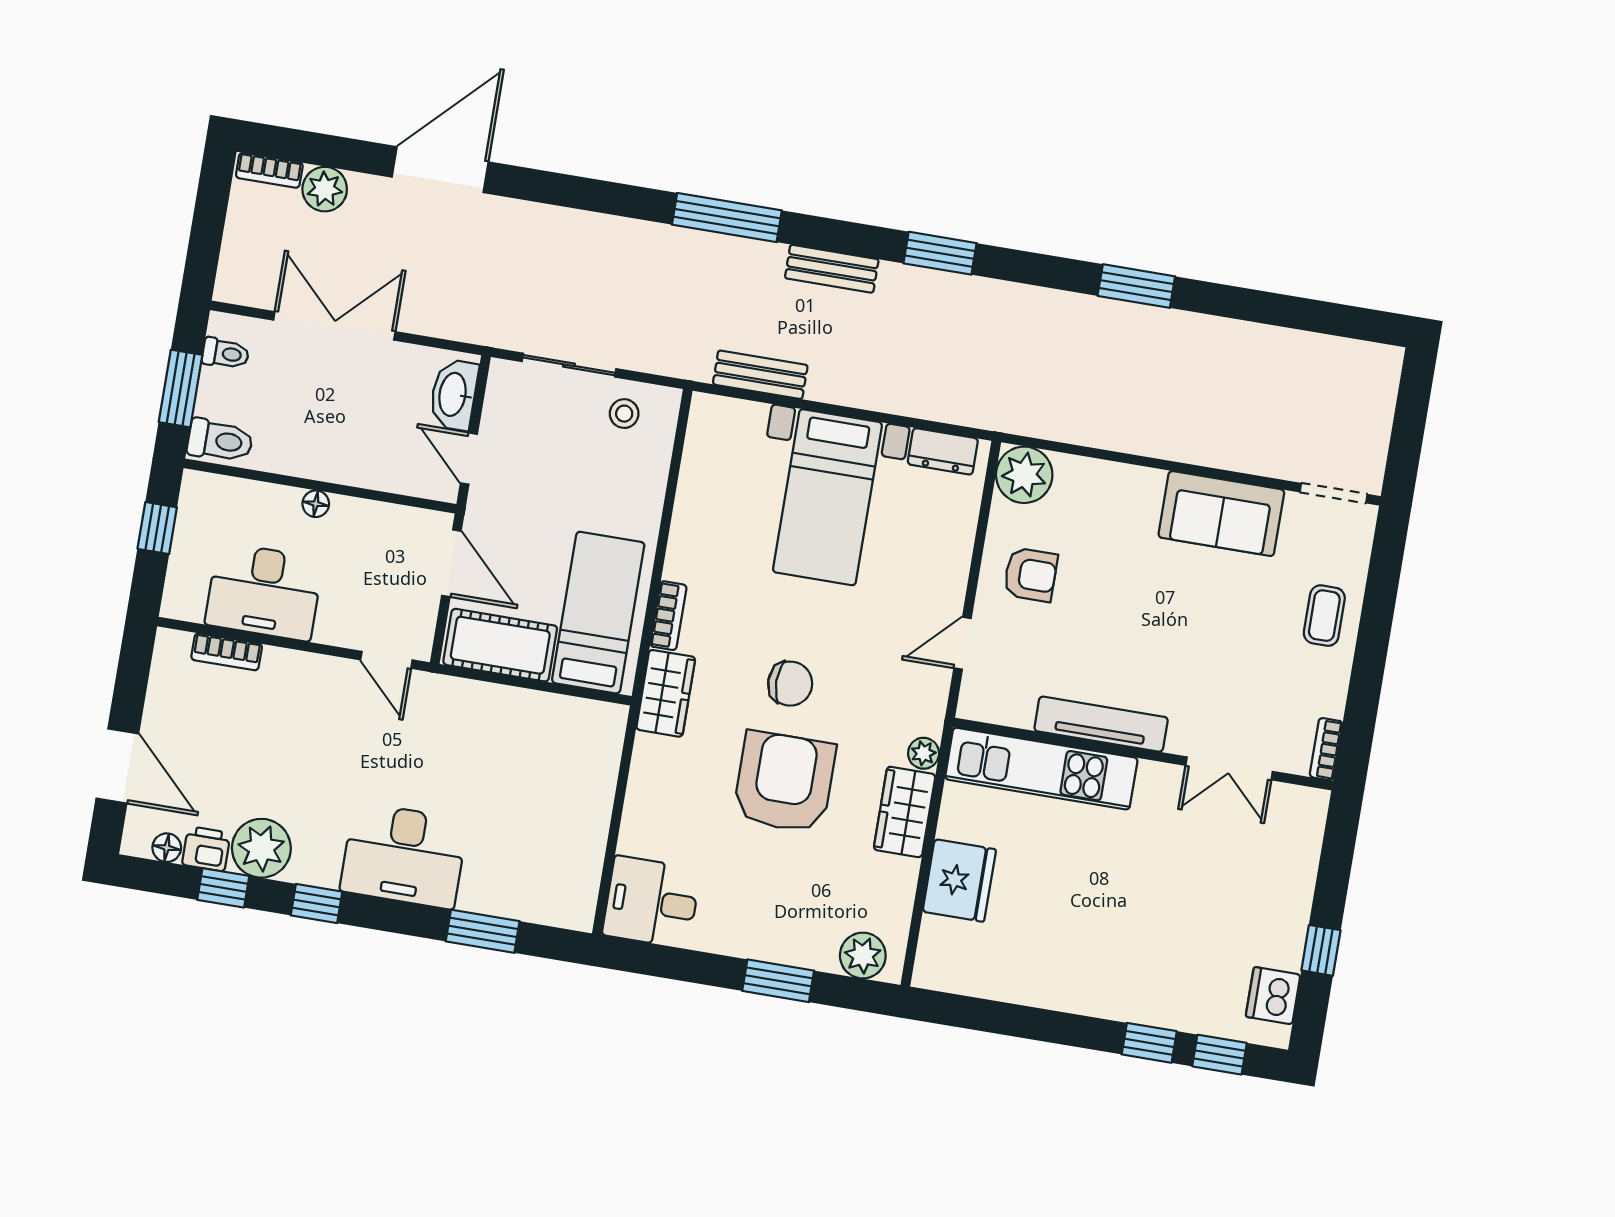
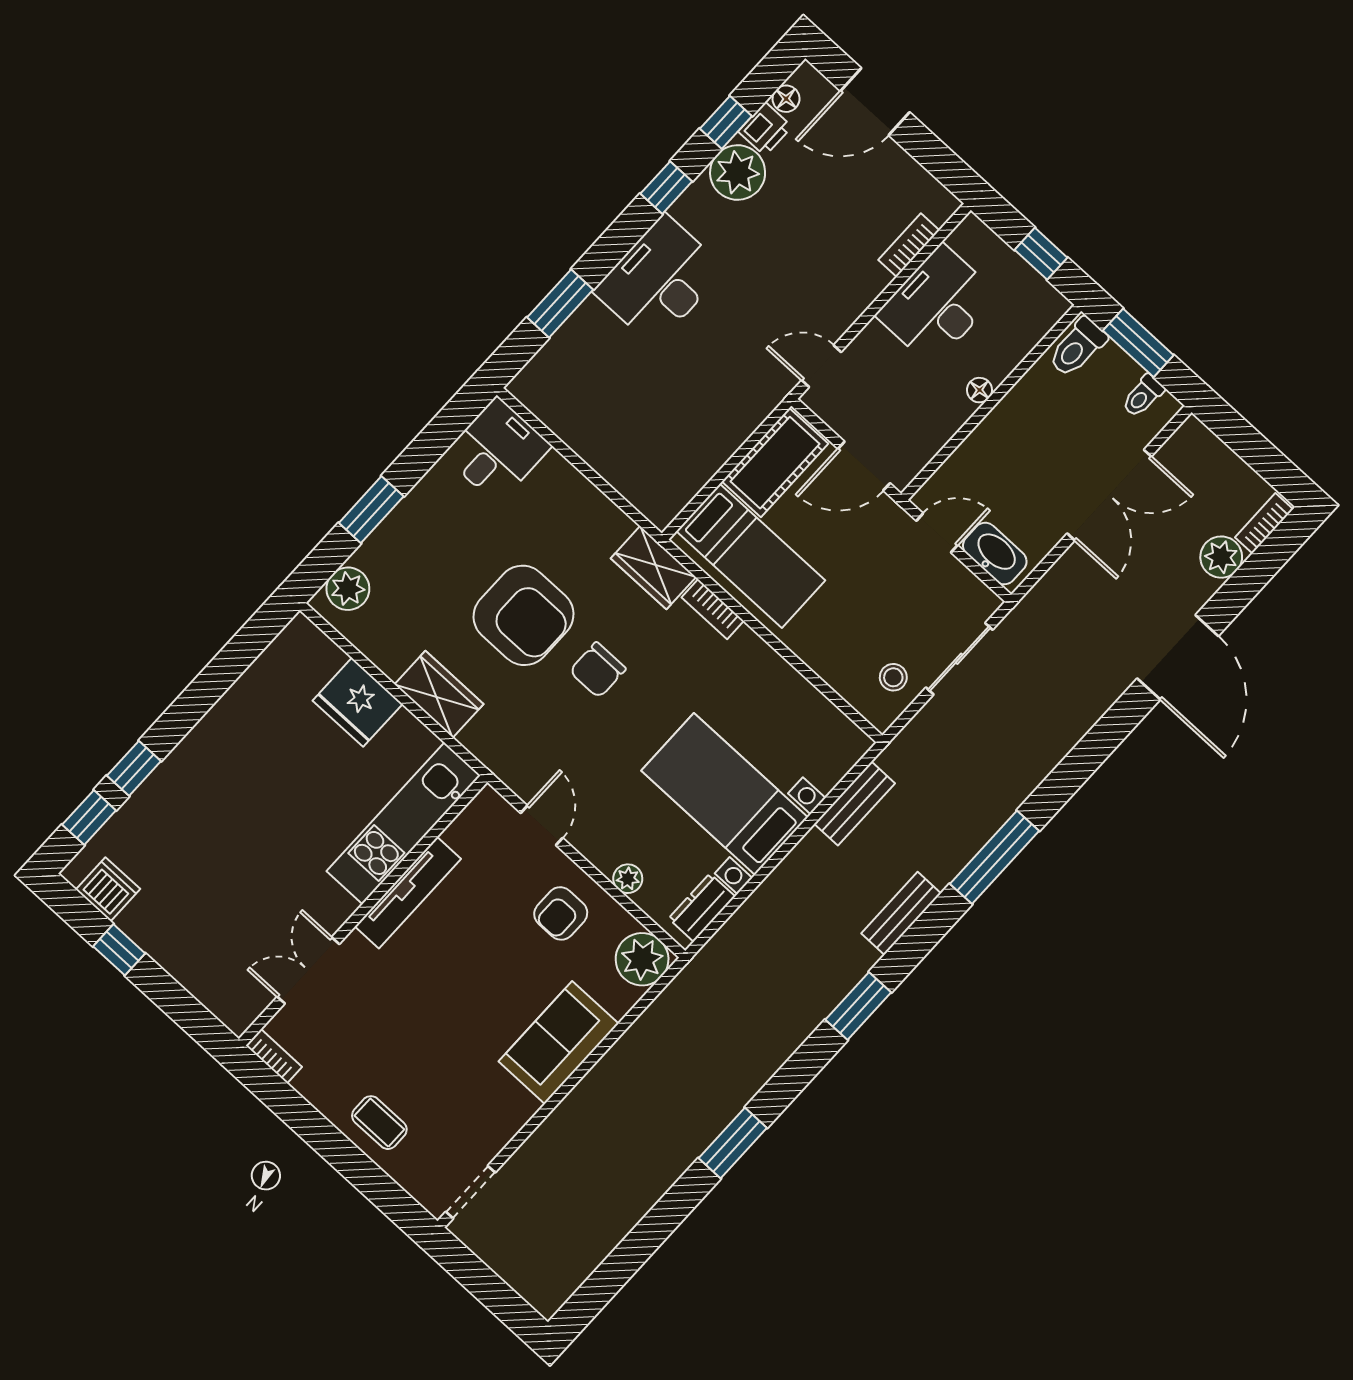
sofa: (1221, 514) -> (559, 1043), moved
plant: (924, 753) -> (628, 879), moved

